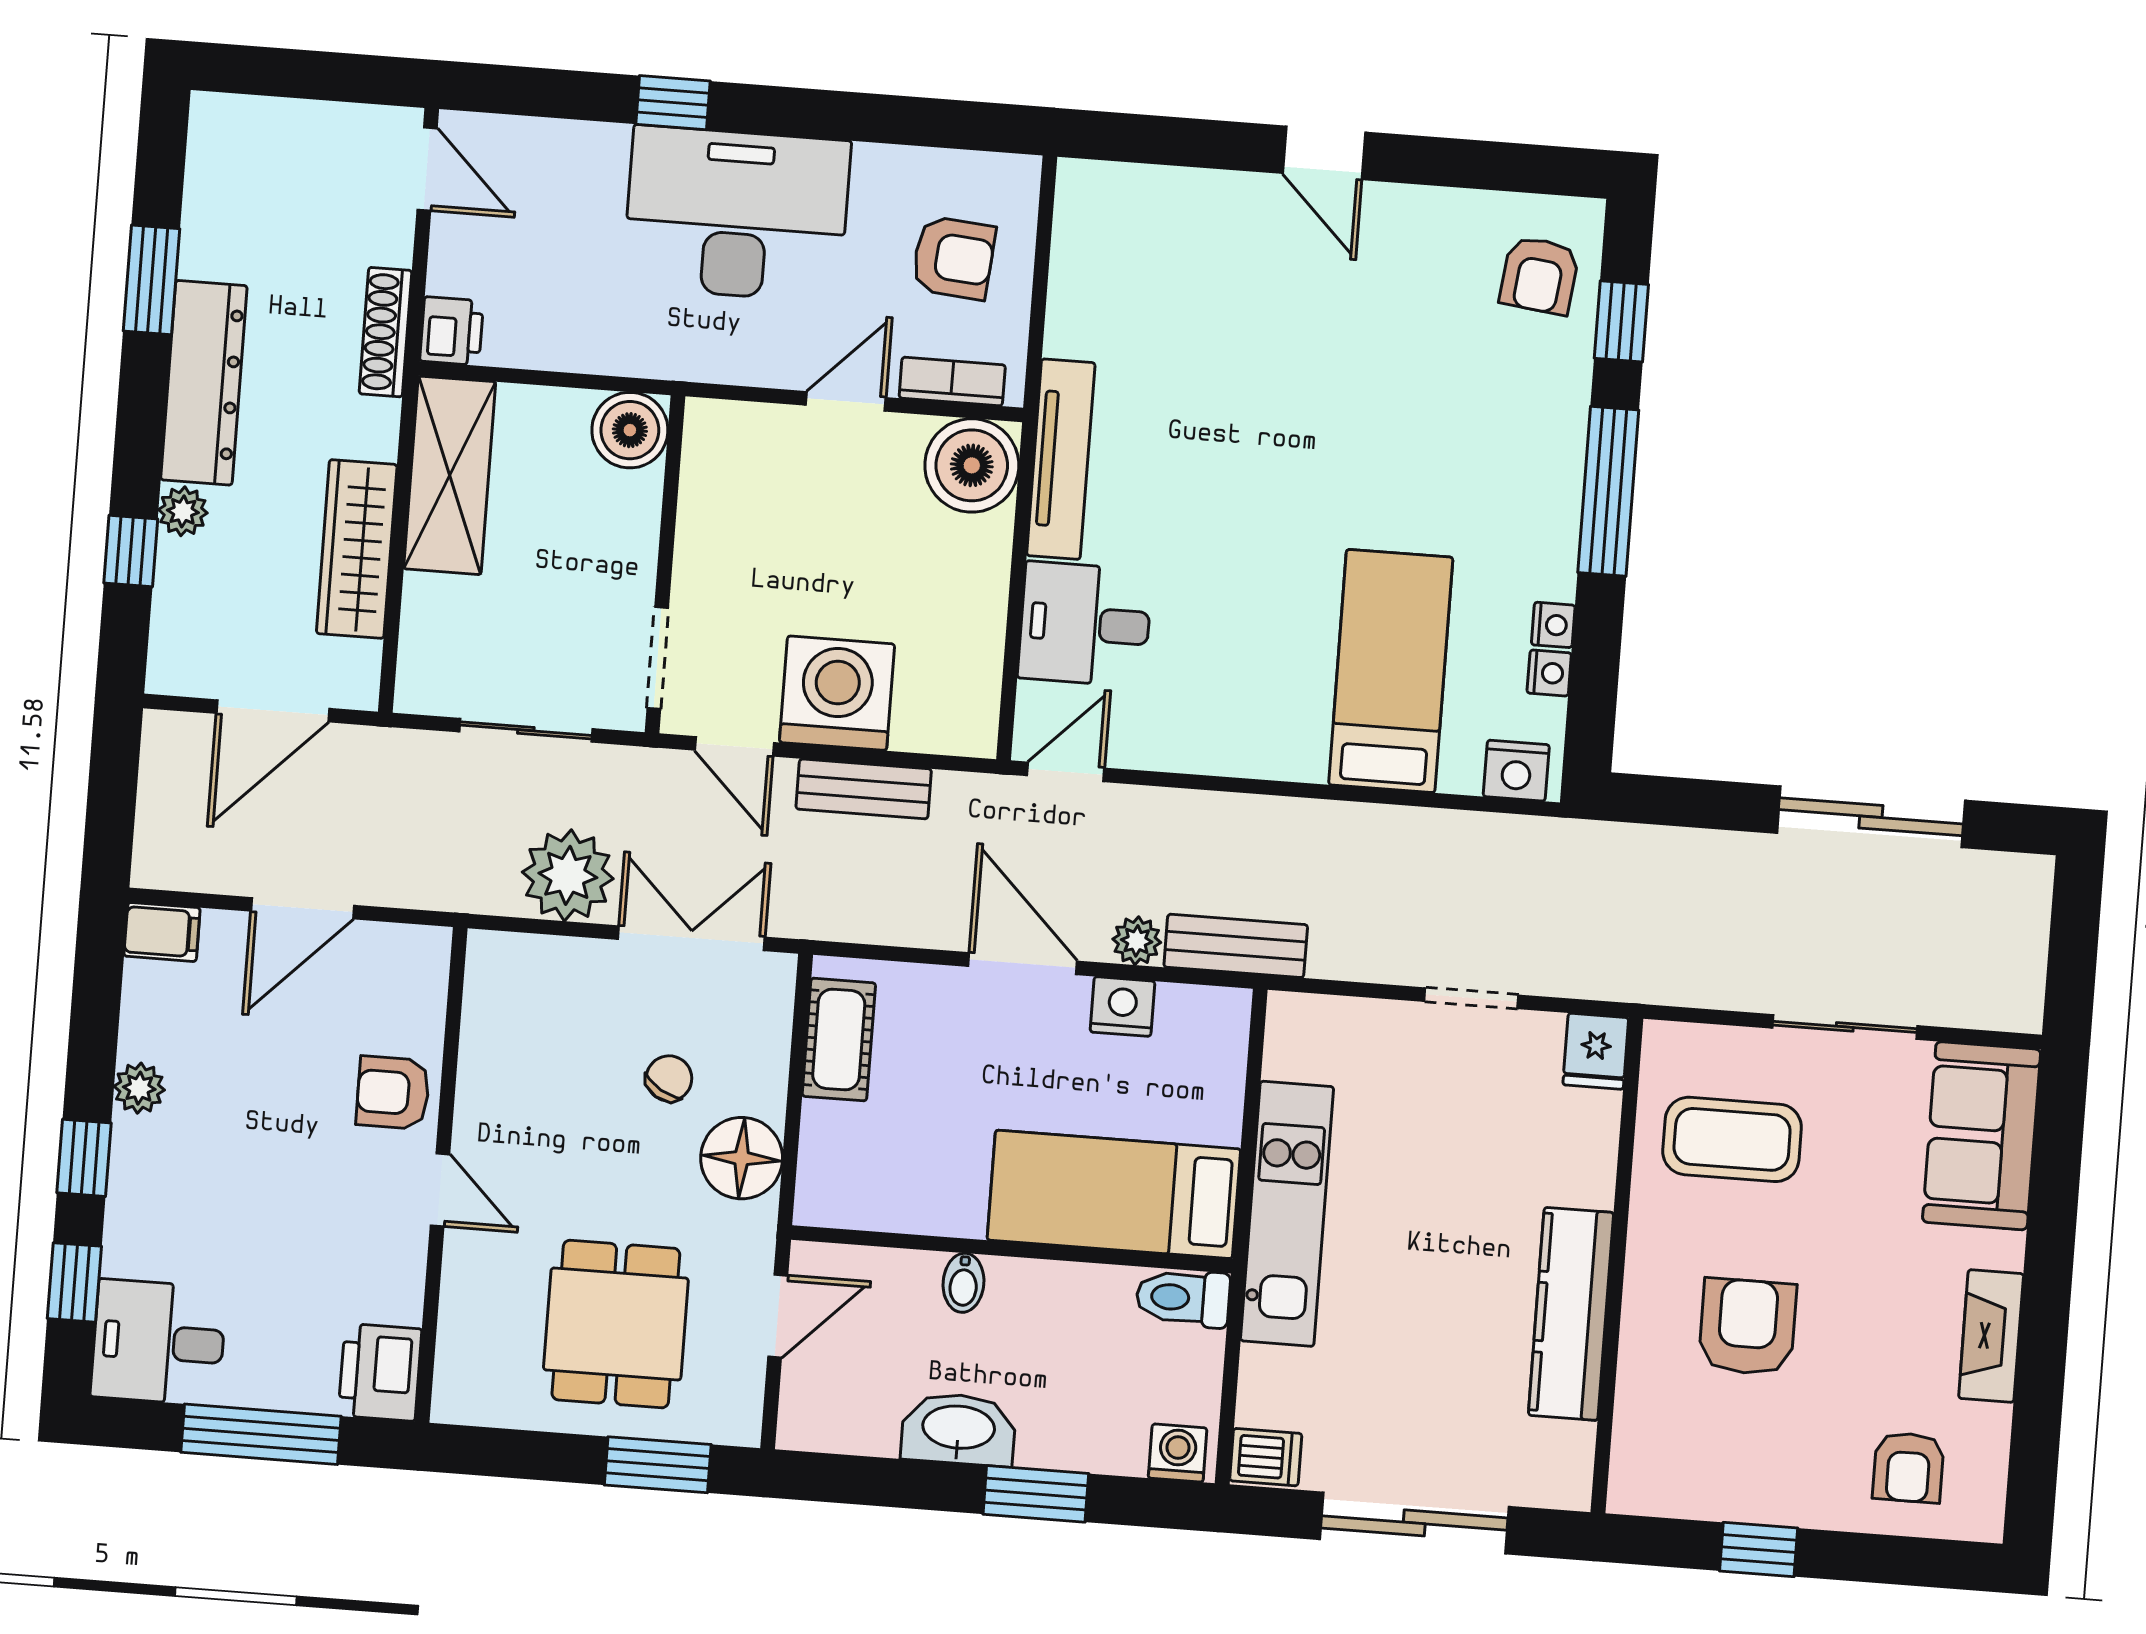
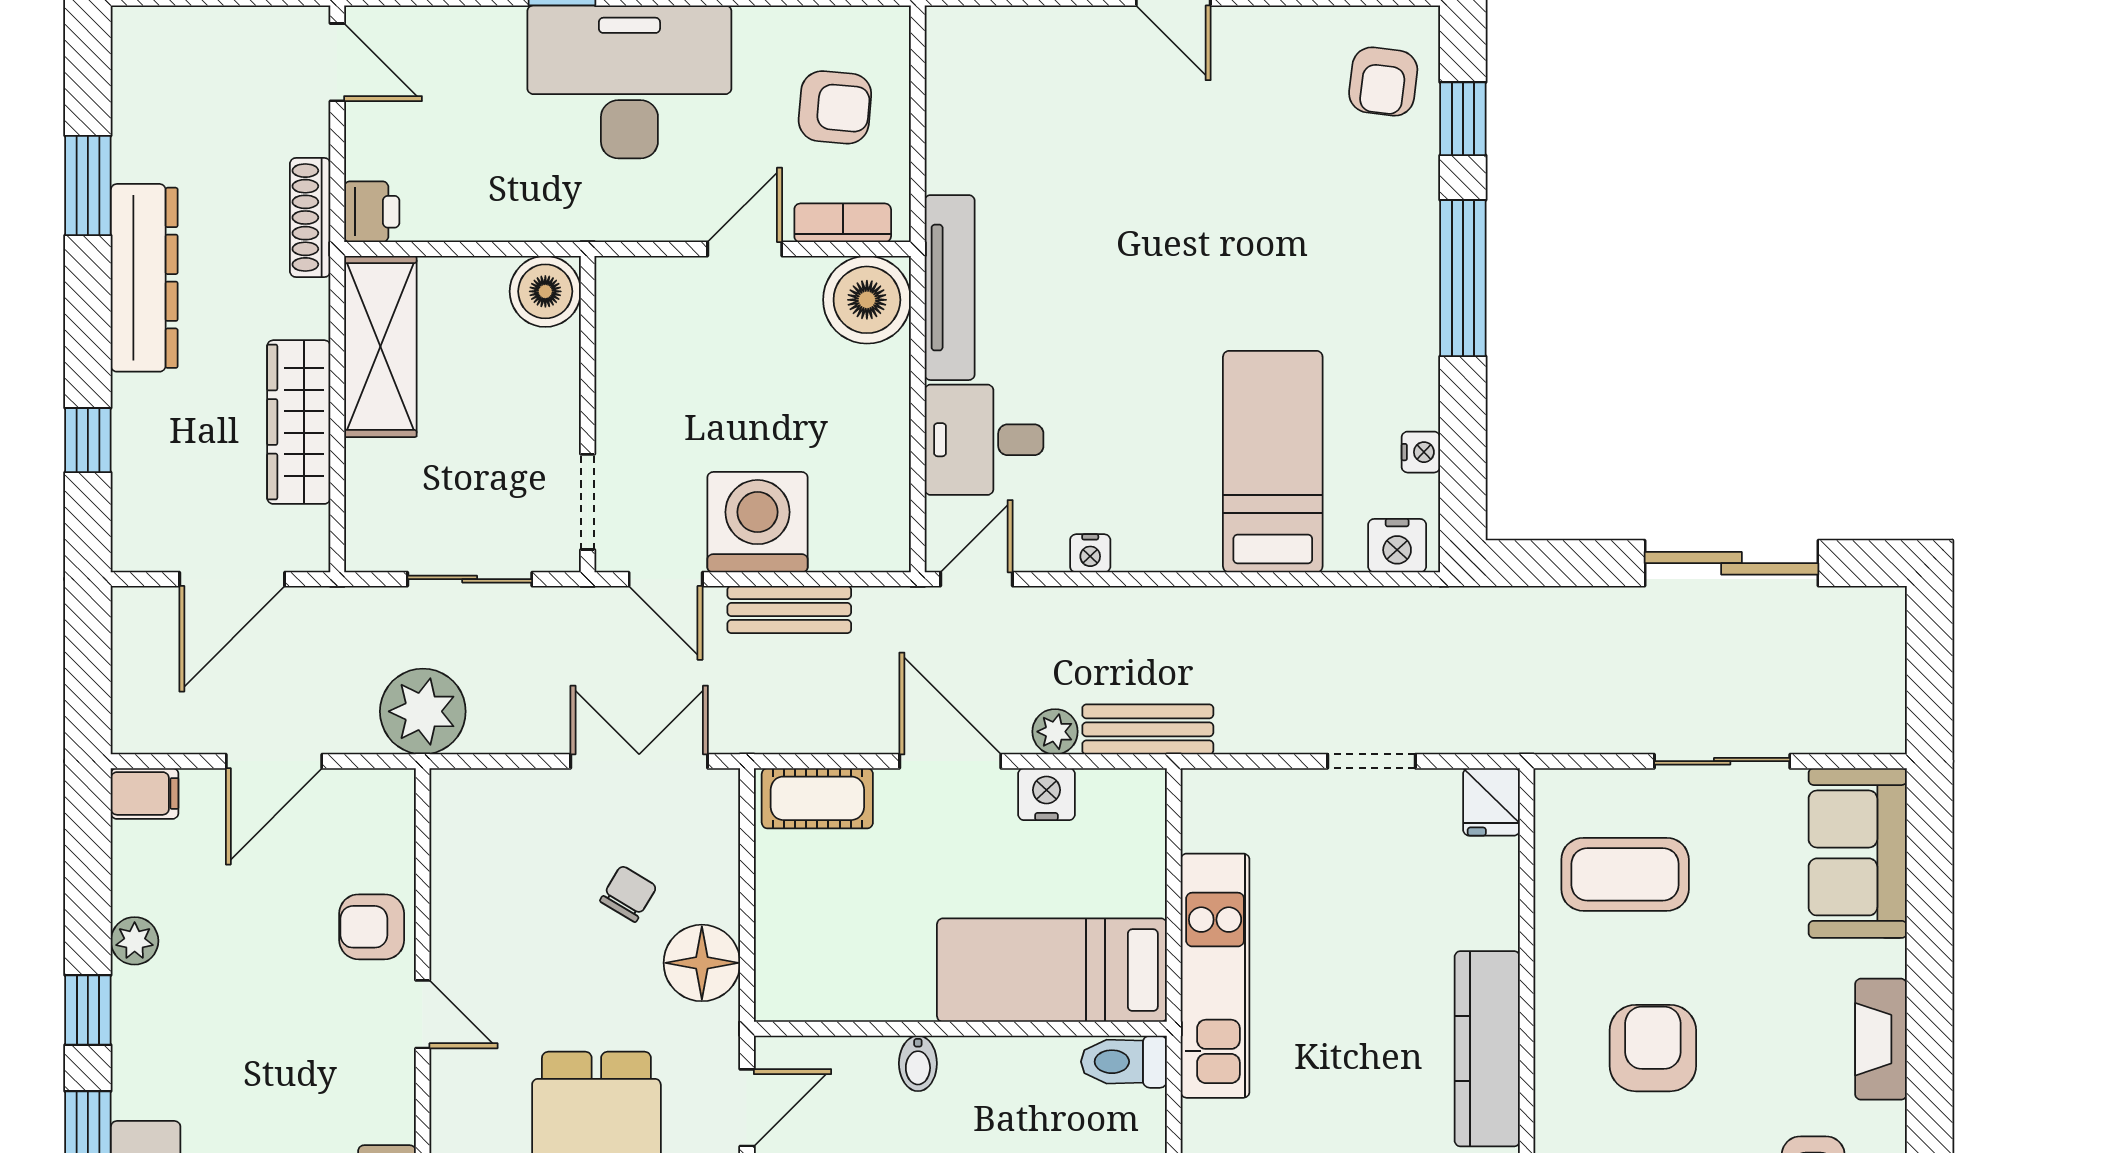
plant: (183, 511) -> (134, 399), removed
nightstand: (1553, 625) -> (1090, 553), moved, turned 90
plant: (568, 875) -> (423, 711), moved
cot: (839, 1040) -> (817, 798), moved, turned 90

